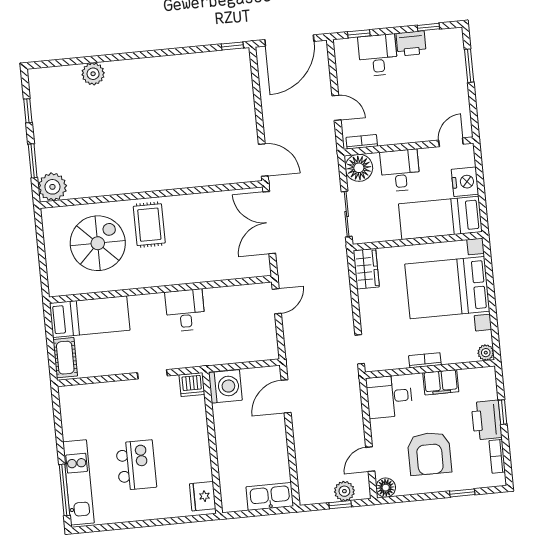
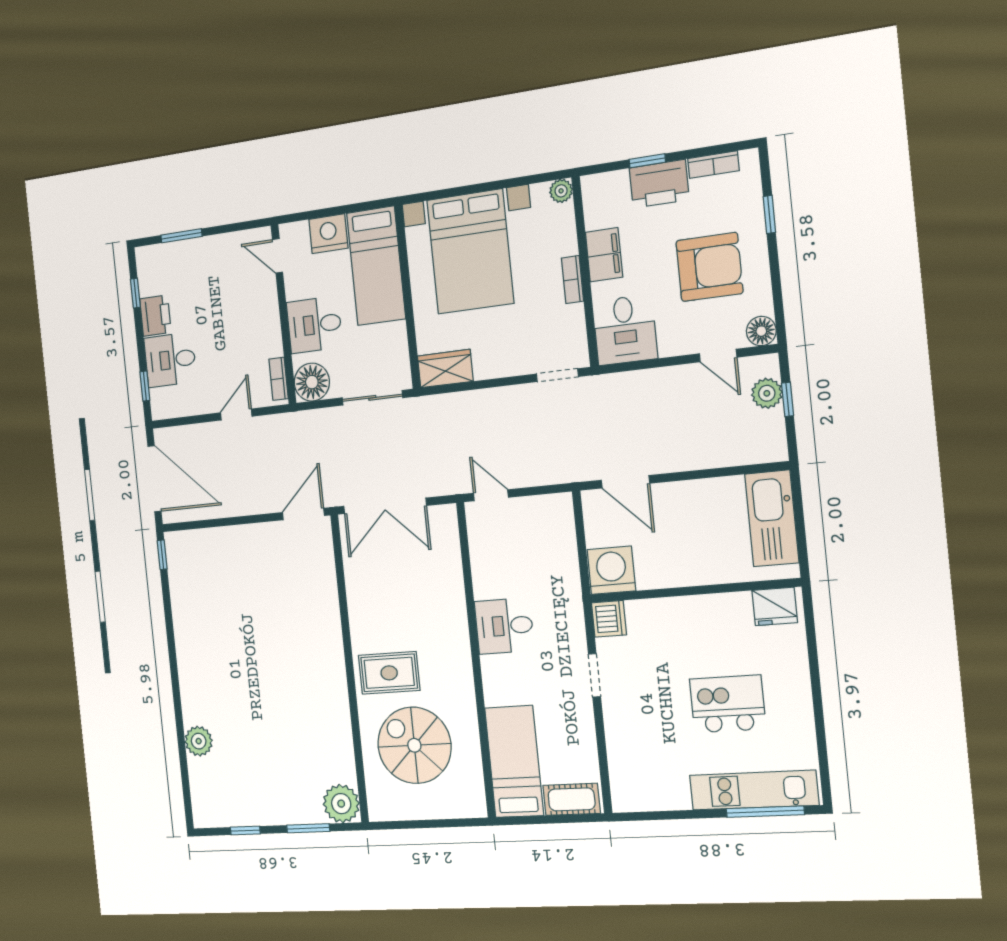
kitchen sink: (270, 496) -> (772, 518), width x1.36, depth x1.24

